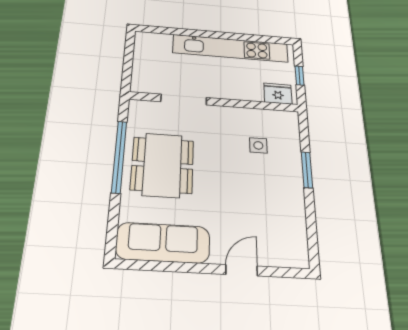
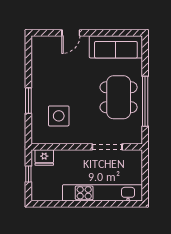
kitchen unit: (231, 48) -> (103, 193), moved
side table: (258, 145) -> (59, 116), width x1.87, depth x1.87

